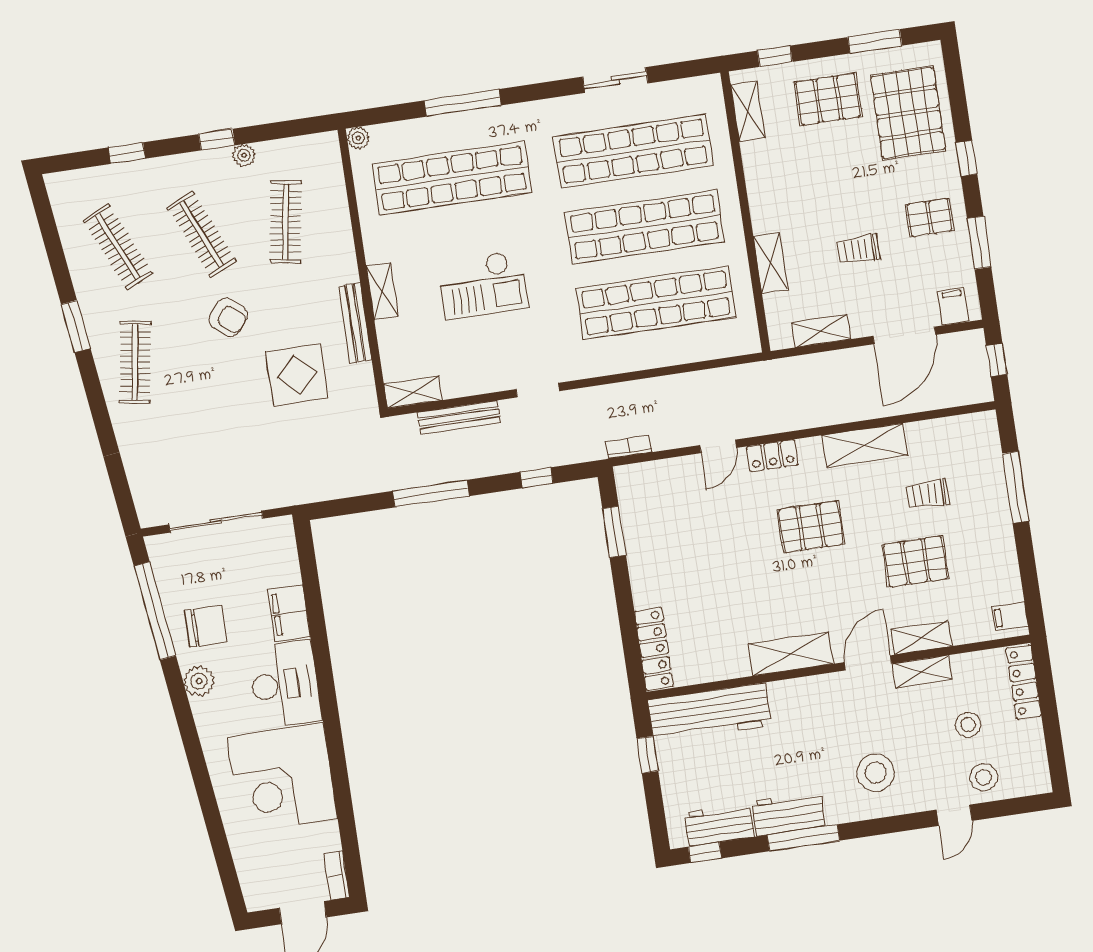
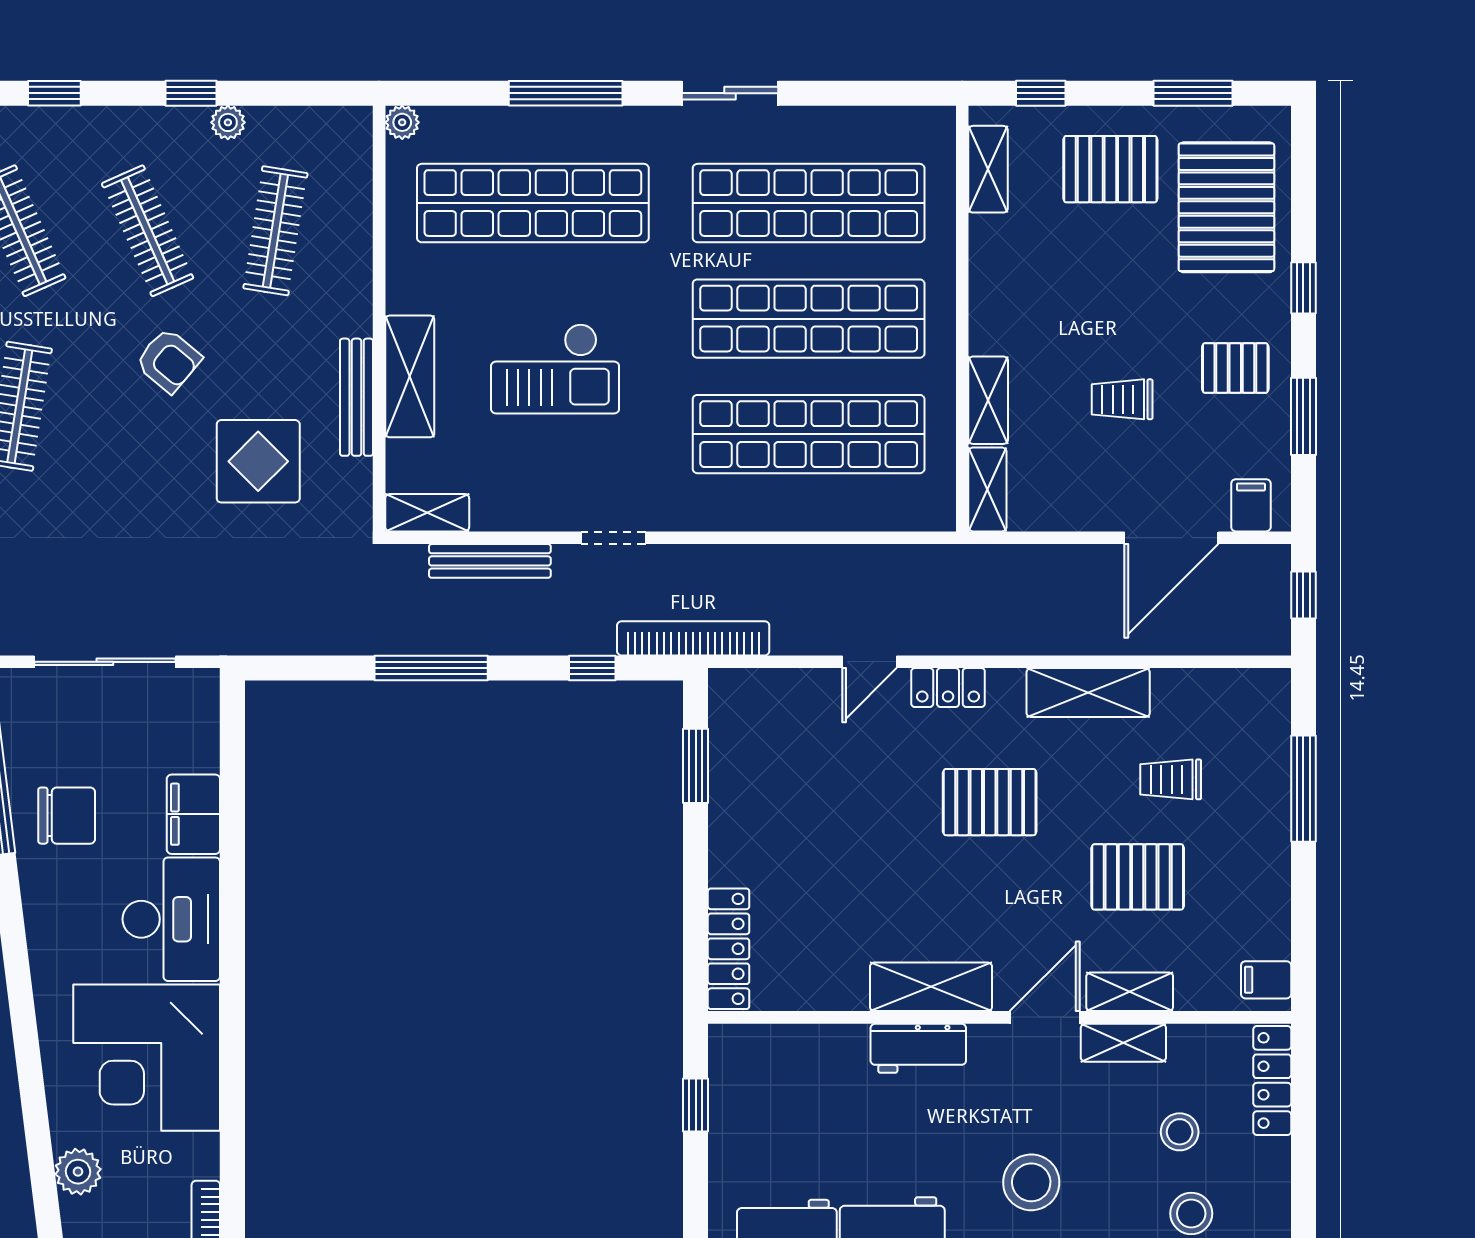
sliding door: (615, 80) -> (730, 93), moved
shelving: (382, 291) -> (410, 376), width x1.50, depth x1.33
shelving: (821, 331) -> (987, 489), moved, turned 90
bookcase: (629, 447) -> (693, 638), width x2.31, depth x1.31
plant: (199, 681) -> (78, 1172), moved
workbench: (709, 713) -> (918, 1048), moved, width x0.53, depth x0.76

